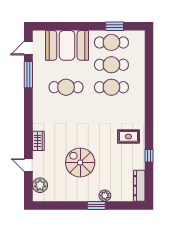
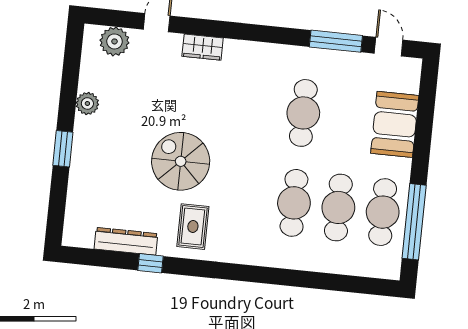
window: (115, 26) -> (414, 222), width x2.11
booth: (67, 45) -> (395, 124), width x0.73, depth x0.70
spiral stairs: (80, 162) -> (181, 161), moved, turned -90
dresser: (139, 186) -> (126, 241), moved
plant: (105, 196) -> (87, 103), moved

